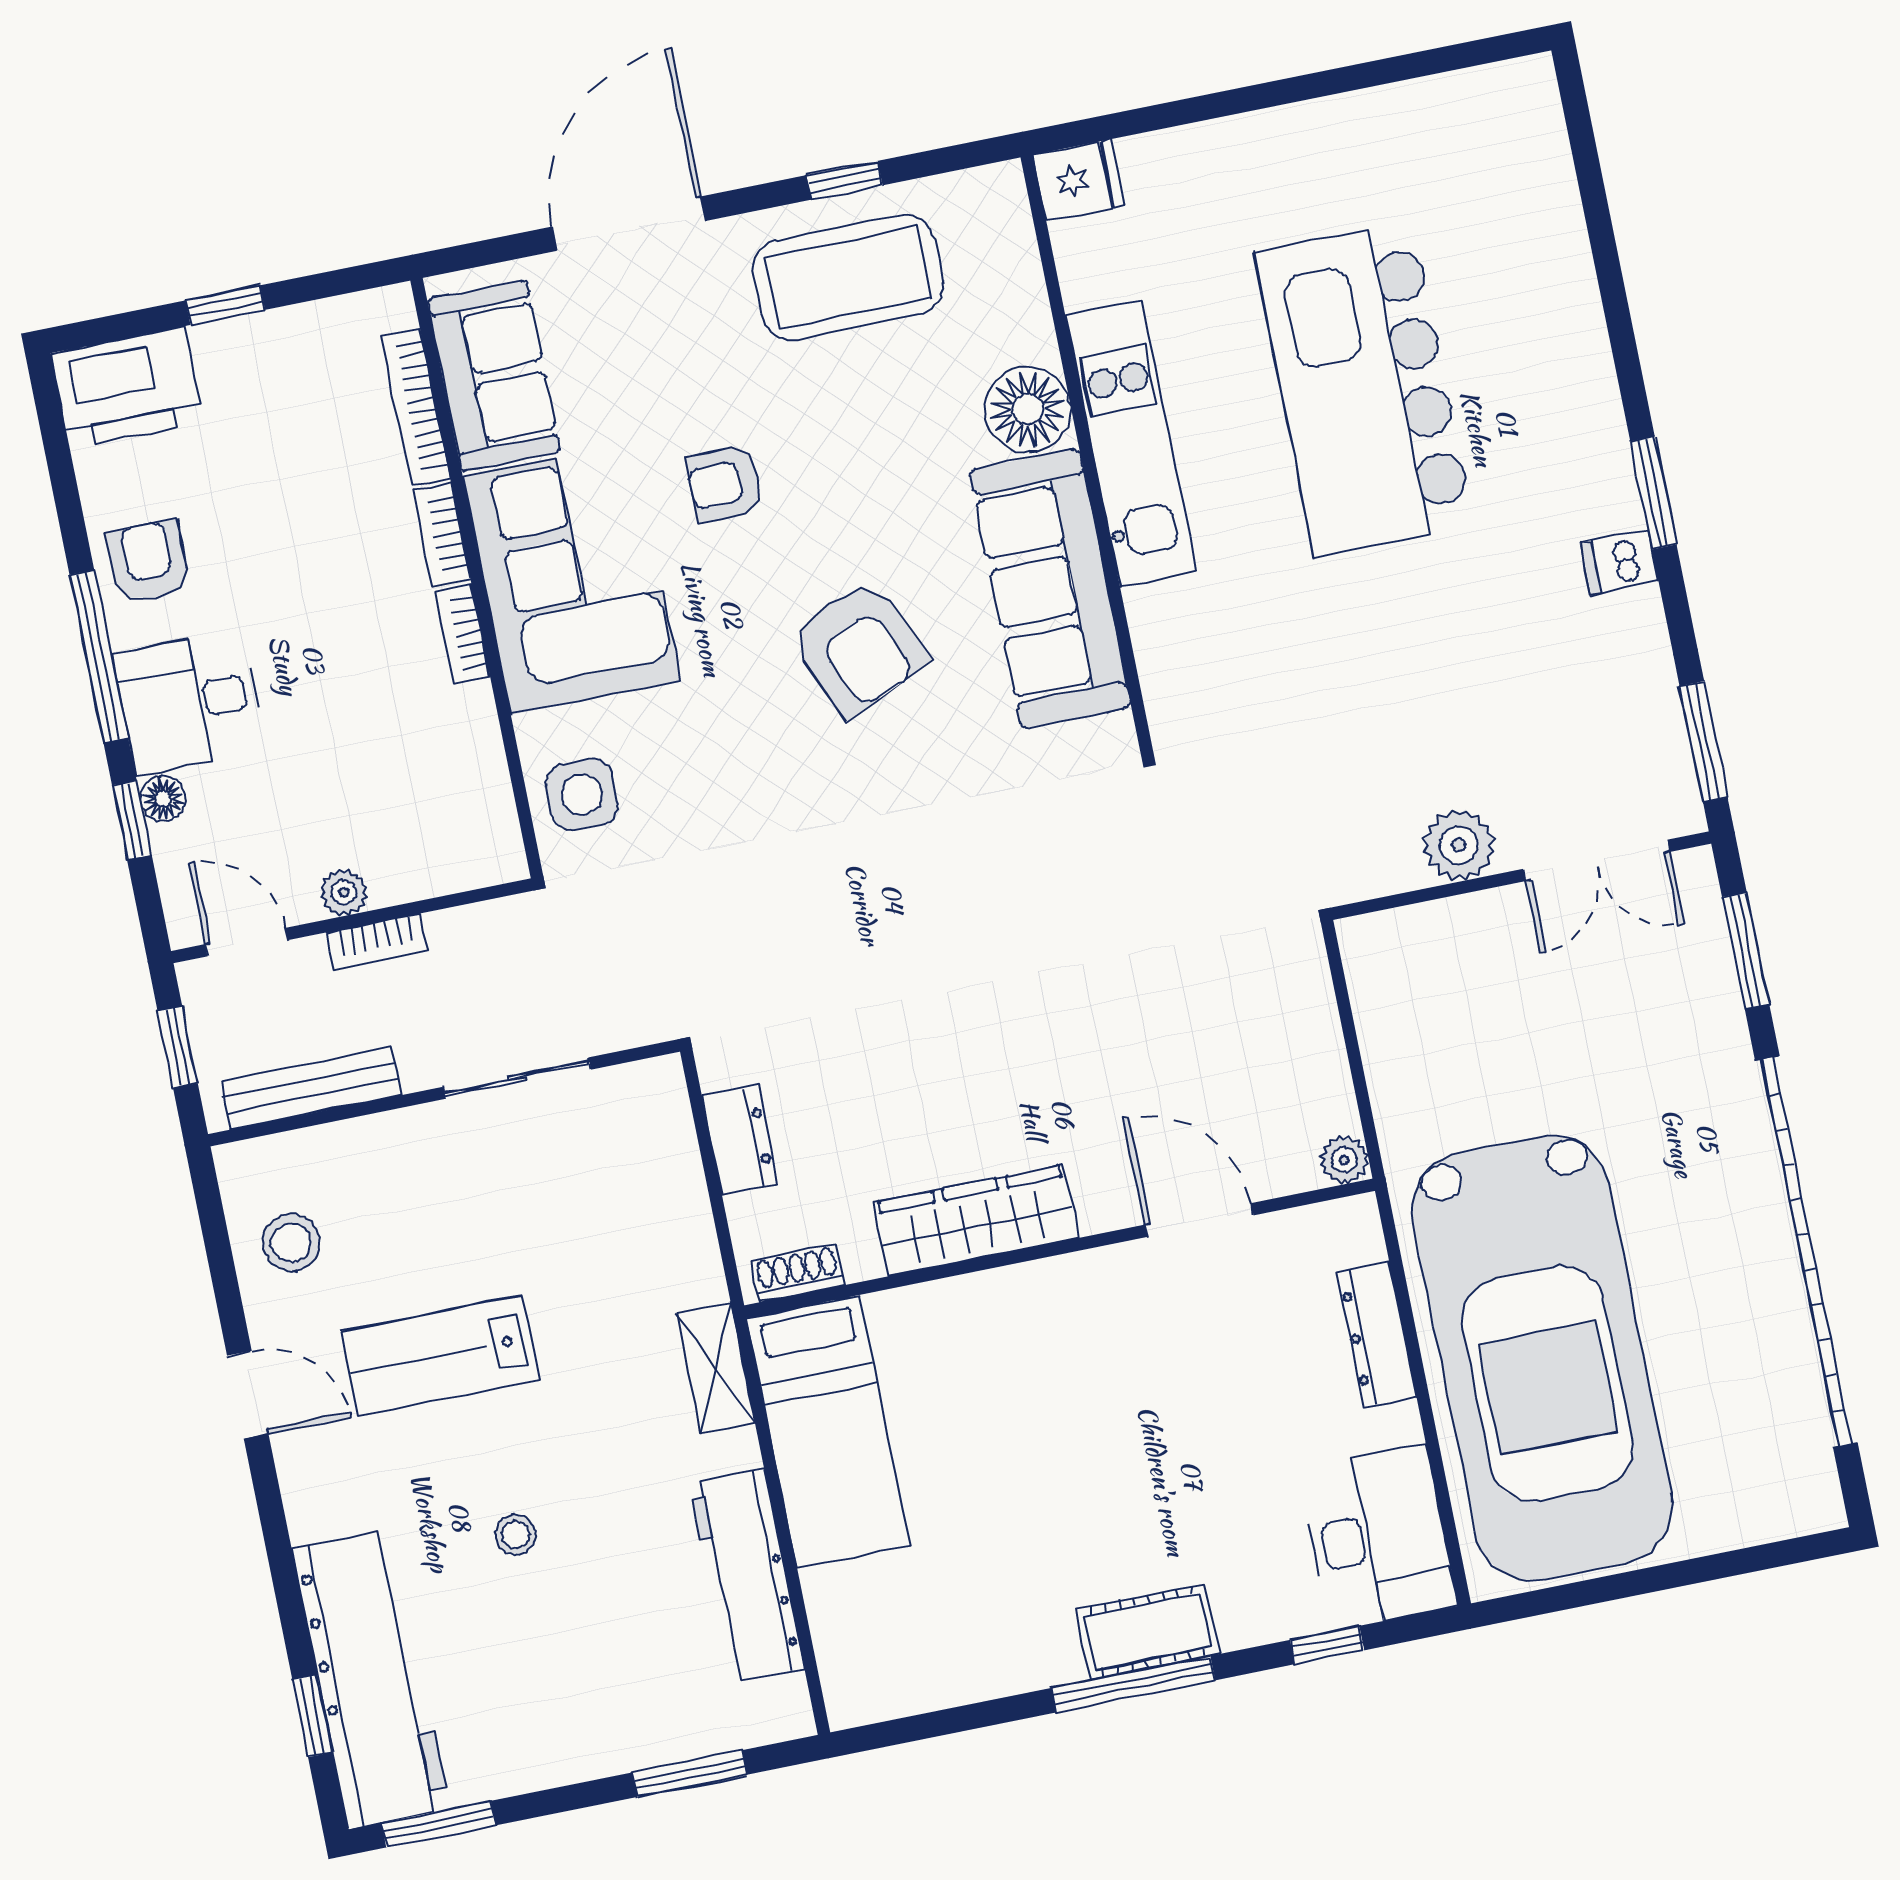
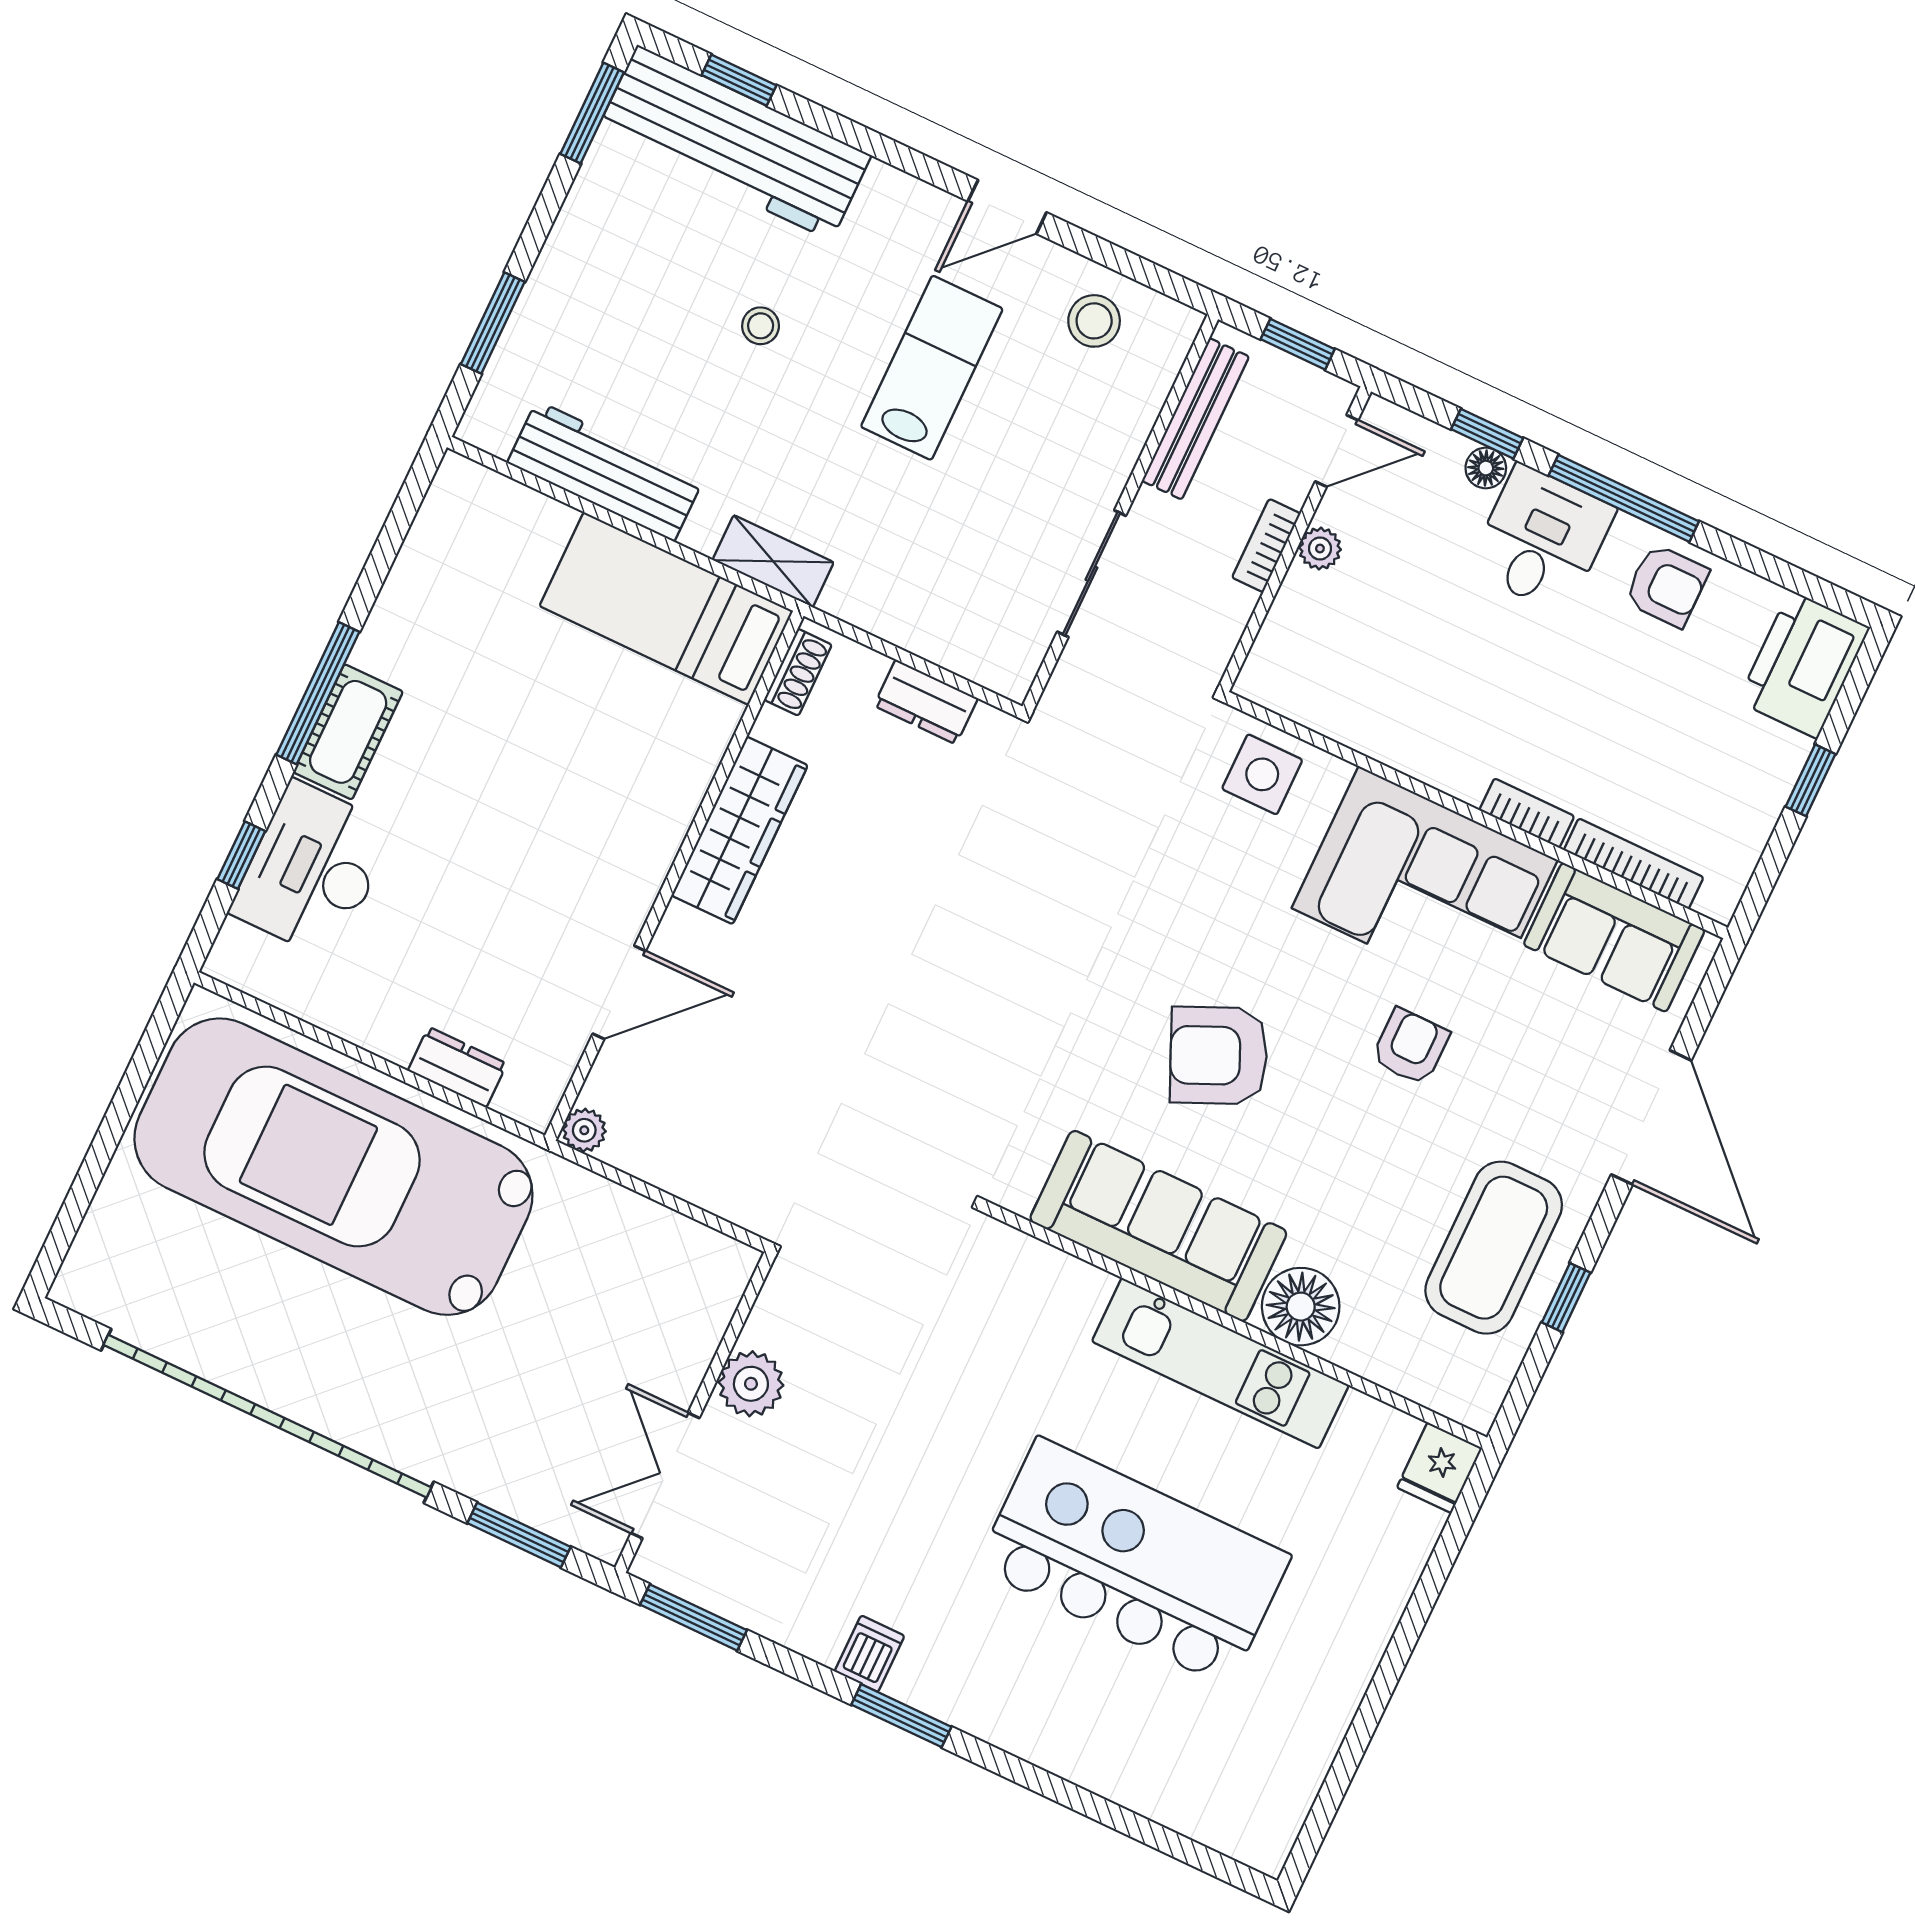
bookcase: (462, 634) -> (1443, 774), removed
dresser: (1376, 1335) -> (457, 1067), width x0.70
desk: (1378, 1537) -> (312, 870), moved, turned 90

